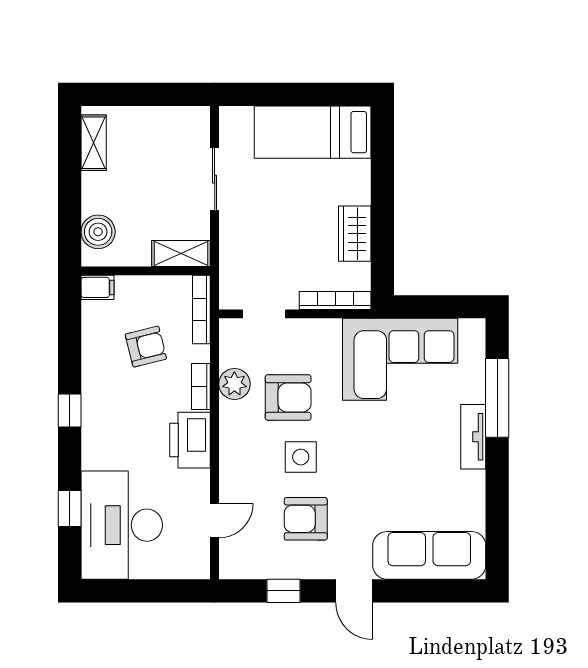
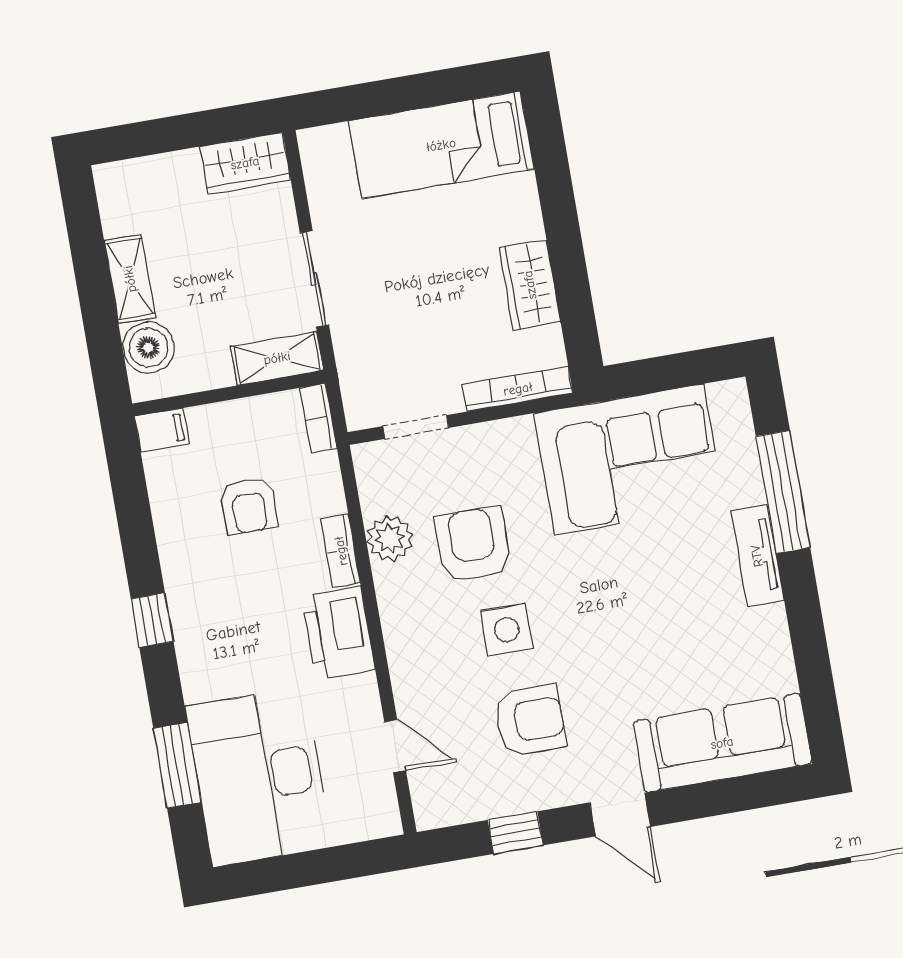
wardrobe: (182, 122) -> (245, 163), added
shelving: (94, 143) -> (130, 279), moved
sliding door: (215, 179) -> (314, 279), moved
bookcase: (201, 309) -> (319, 418), width x0.64
armchair: (146, 347) -> (249, 506), turned 104
armchair: (288, 398) -> (473, 545), turned -90
window: (70, 509) -> (177, 765), width x1.50
armchair: (306, 519) -> (530, 720), turned 180
door: (215, 521) -> (395, 746), hinge flipped

